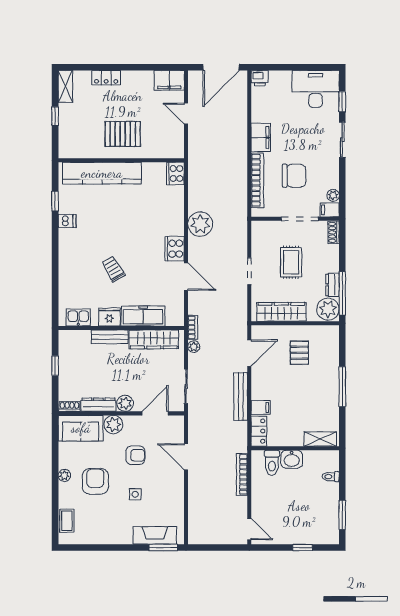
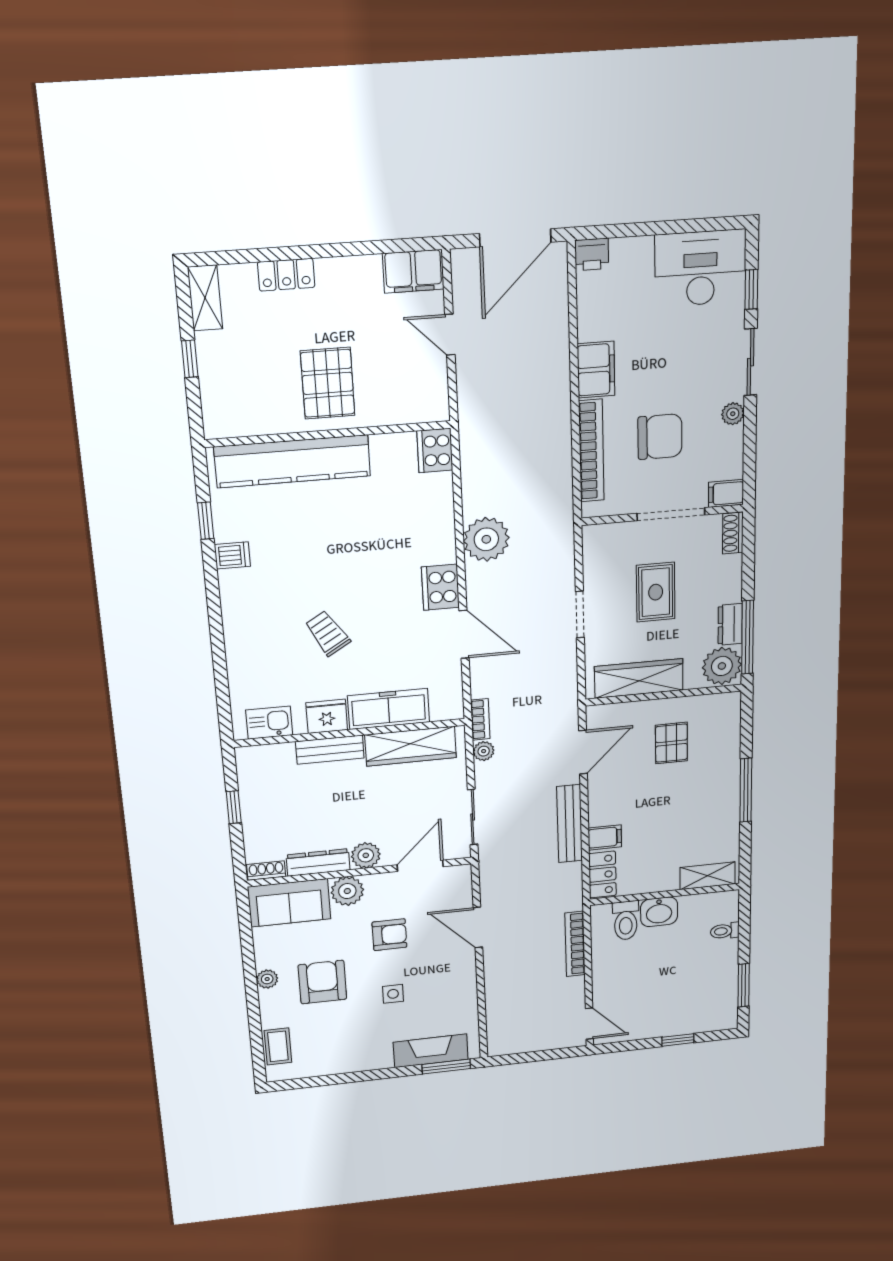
pallet: (123, 134) -> (328, 383), turned 90
plant: (333, 195) -> (733, 414), moved

